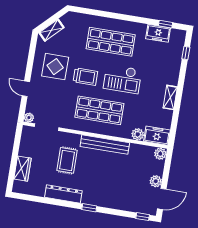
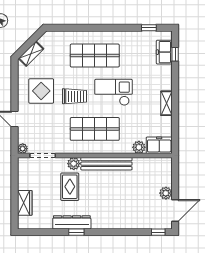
freezer: (158, 33) -> (164, 52), moved, turned 90
checkout: (122, 79) -> (114, 92), turned 180
plant: (160, 154) -> (74, 164), moved
window: (89, 208) -> (76, 232), moved

